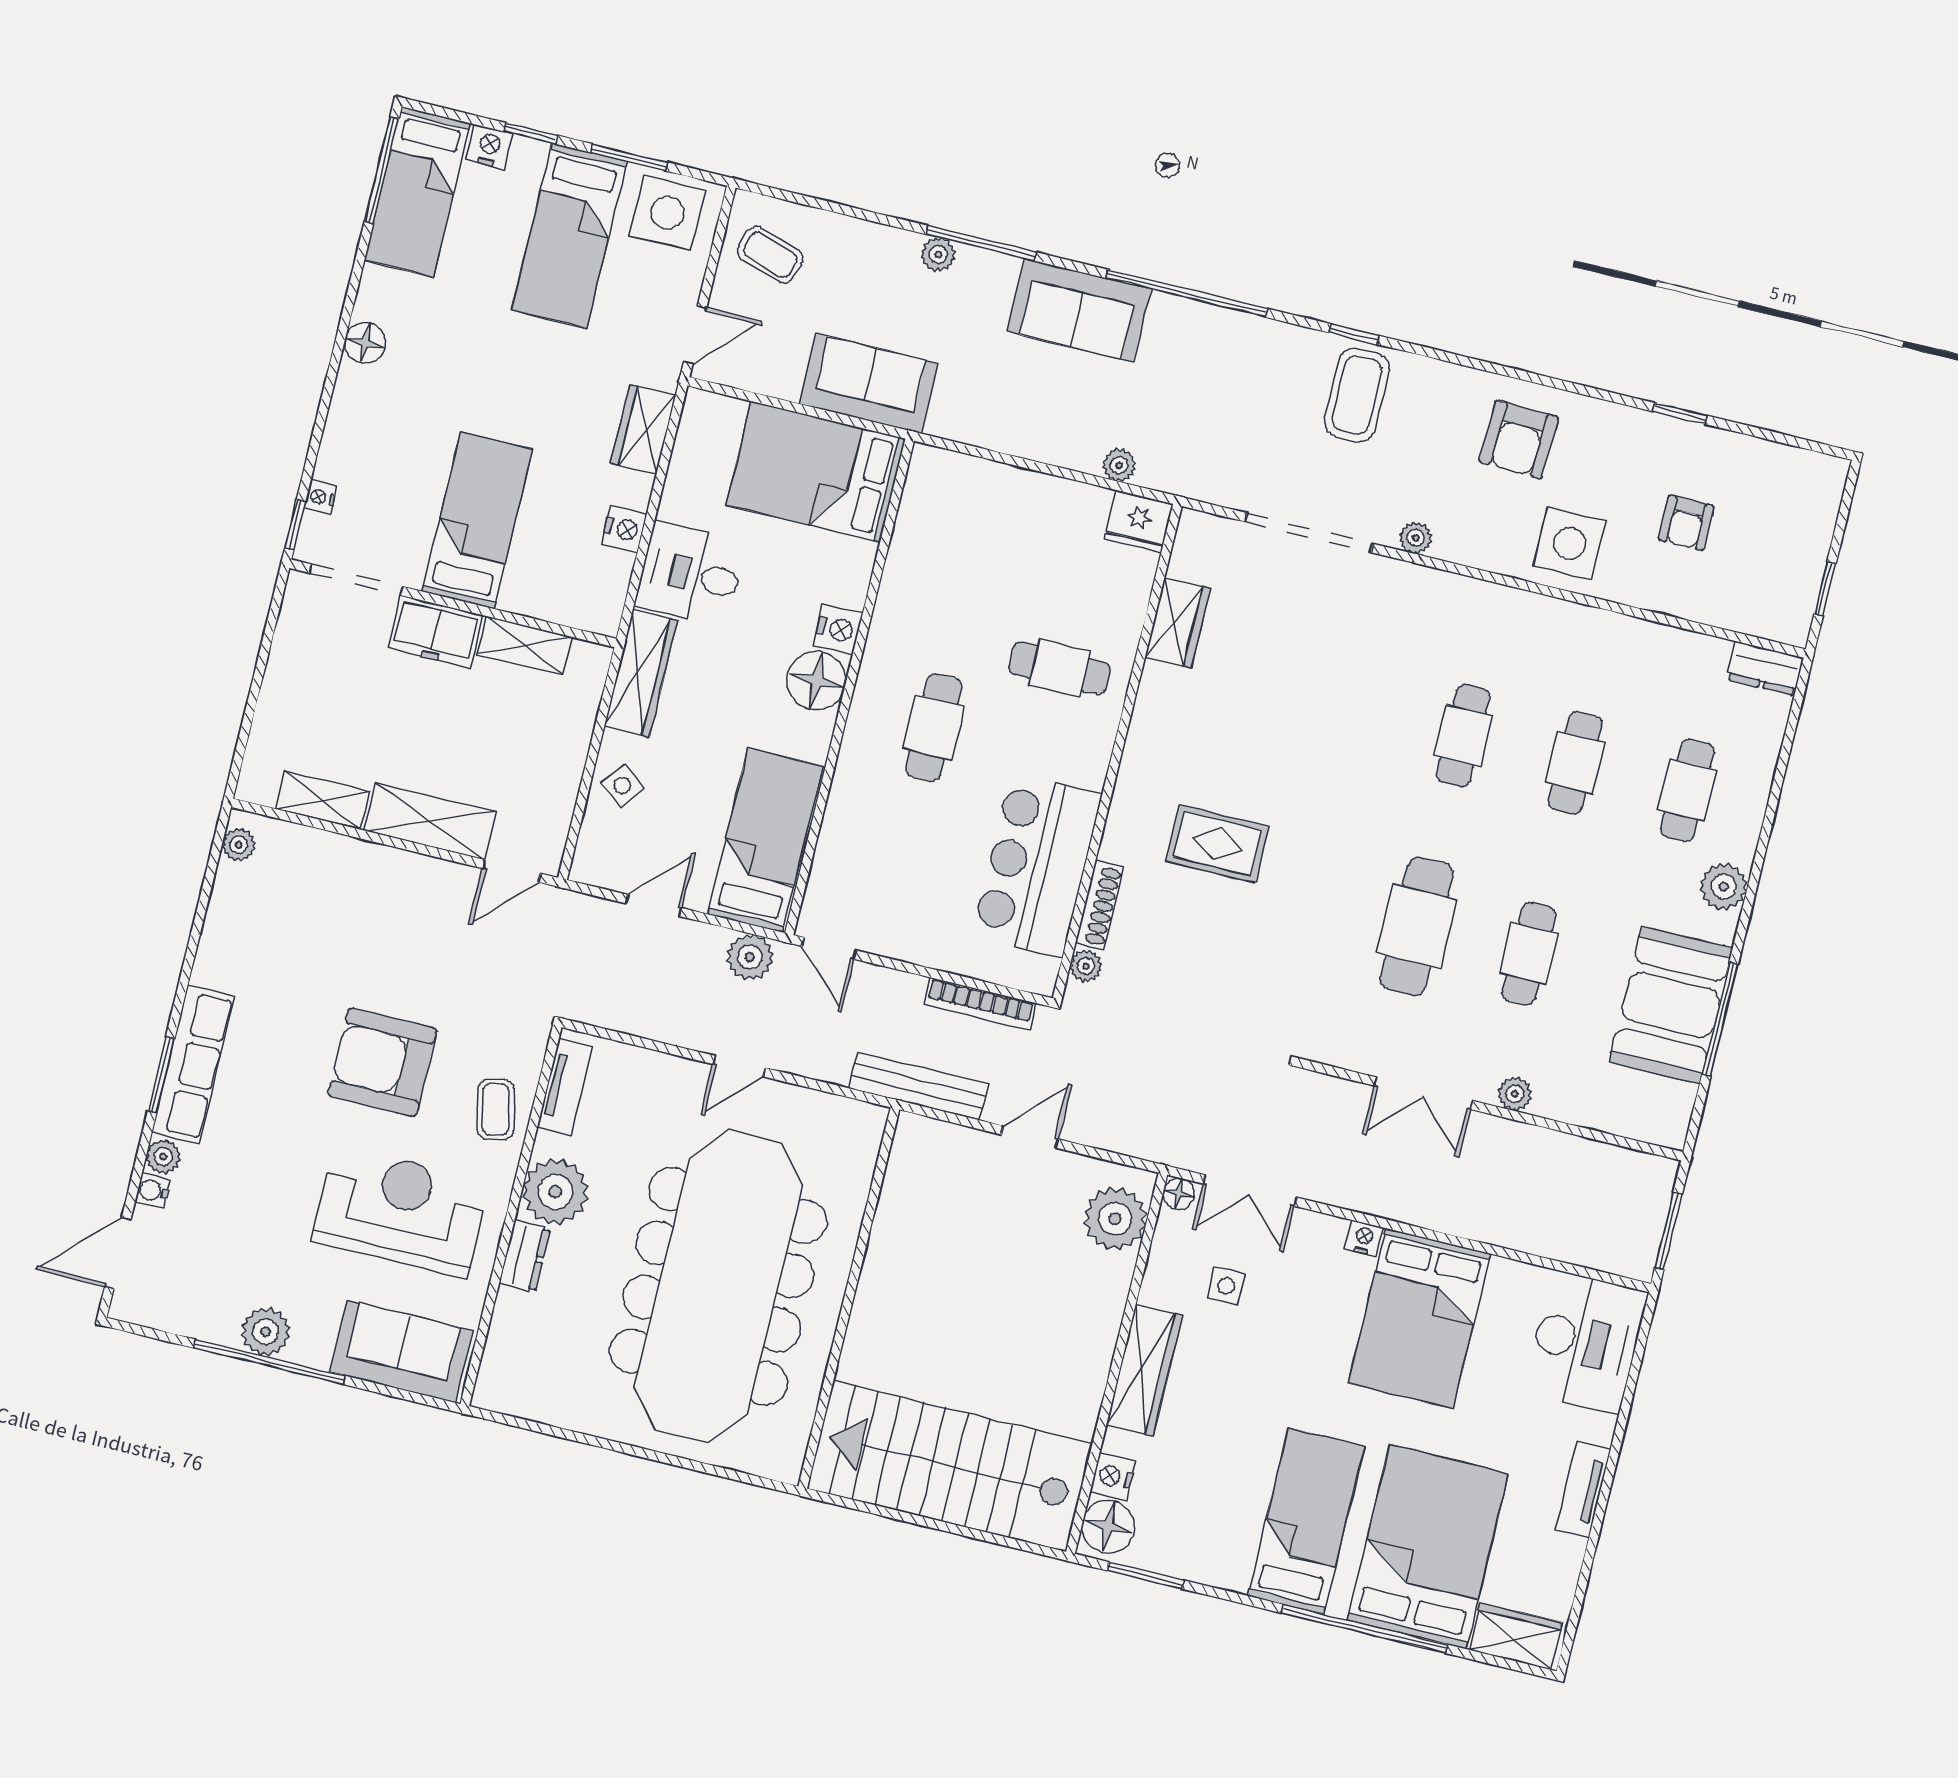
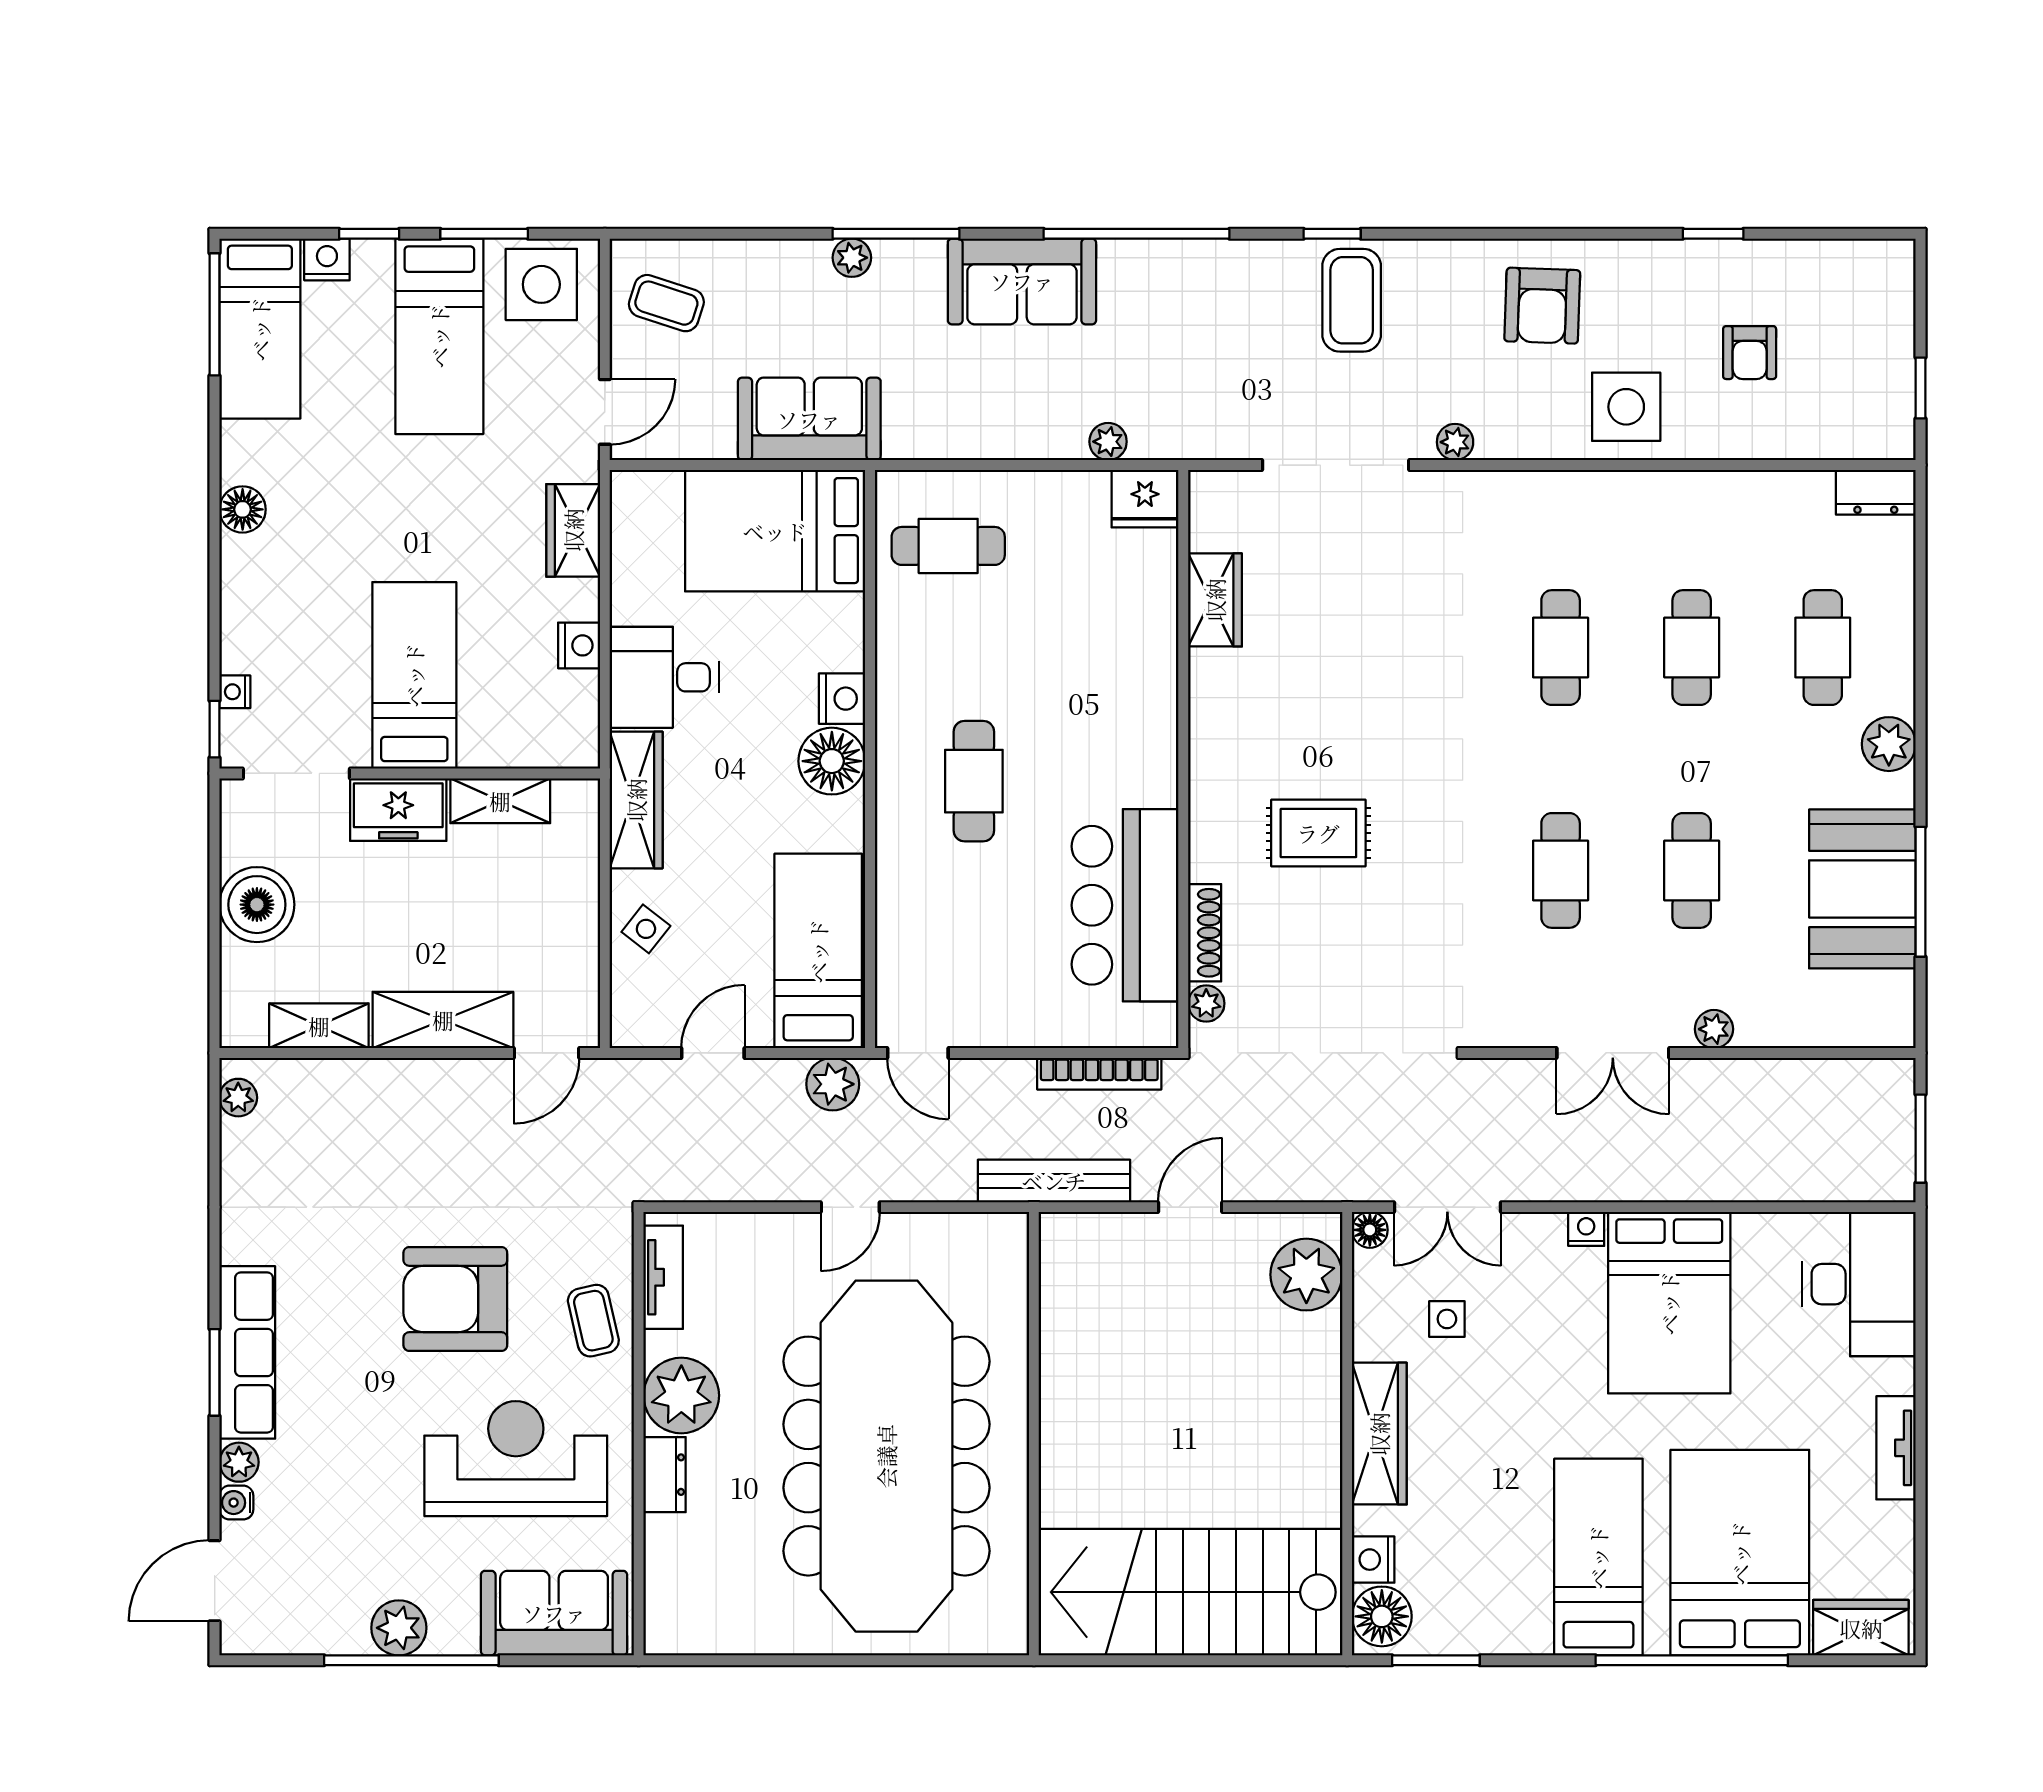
cafe table: (1059, 668) -> (948, 546), moved
boiler: (295, 684) -> (257, 905), added
cafe table: (1417, 926) -> (1561, 870), width x0.73, depth x0.74

